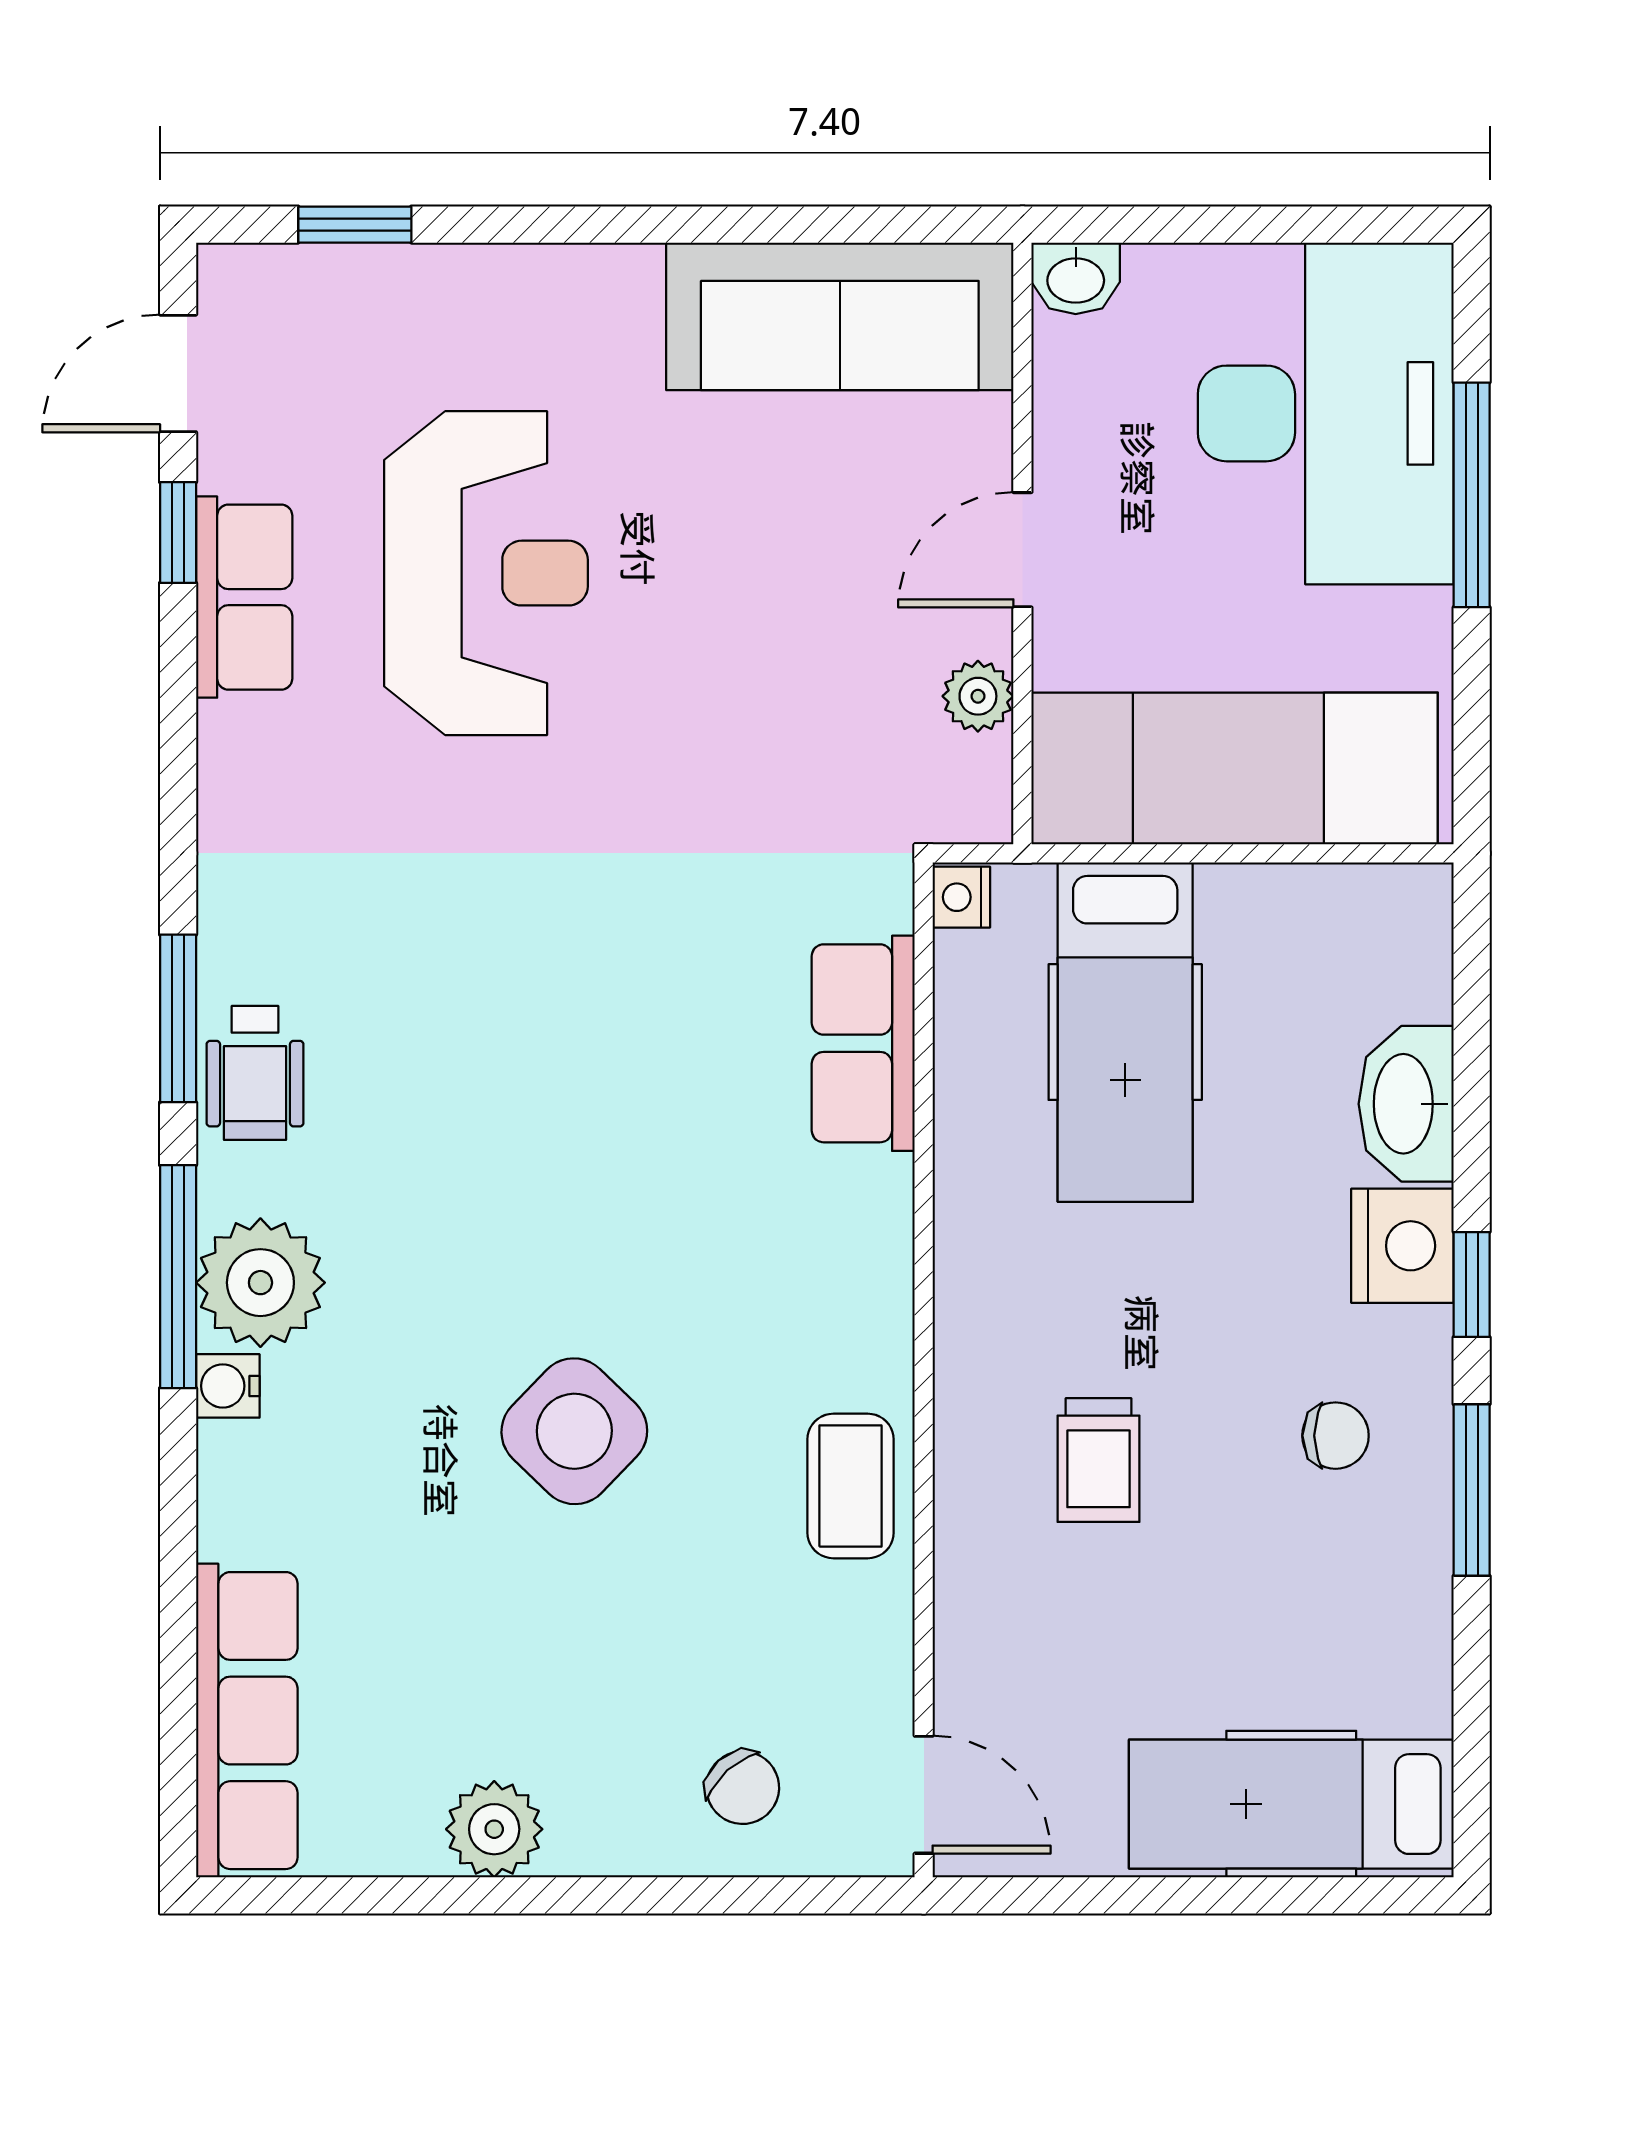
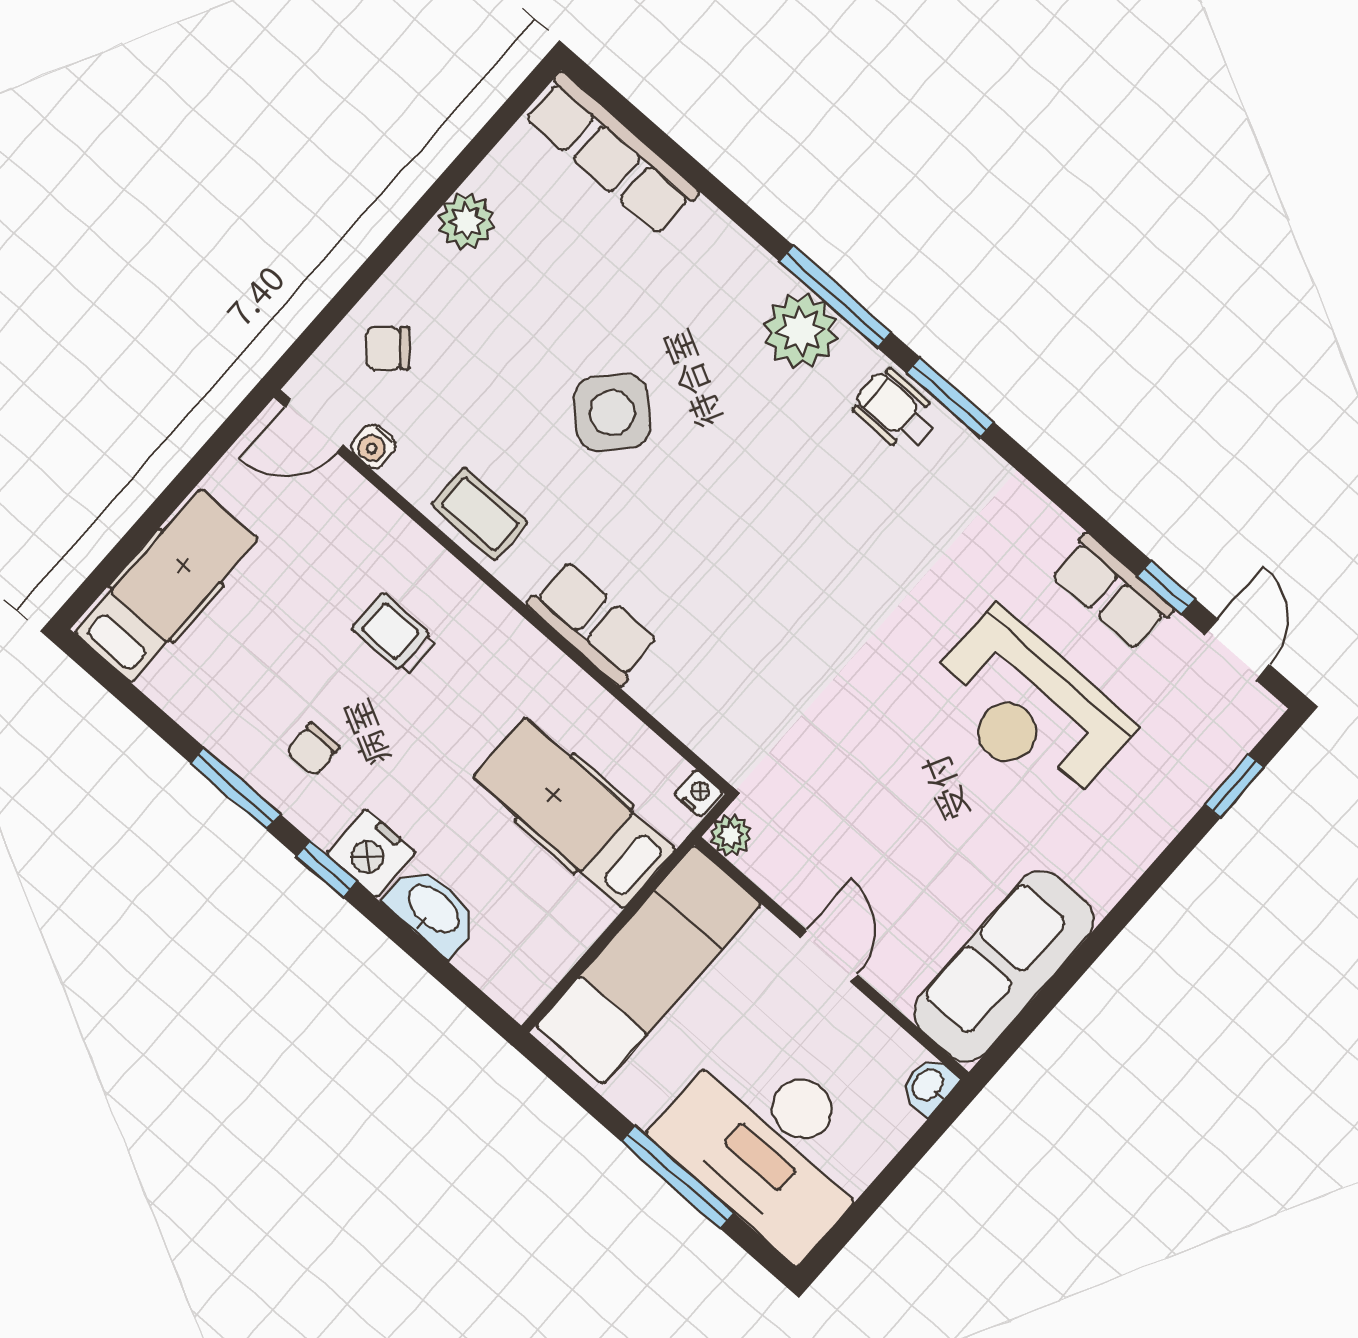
plant: (978, 696) -> (731, 835), moved
row of seats: (863, 1043) -> (593, 623), moved
water cooler: (228, 1386) -> (374, 446), moved, turned 180

